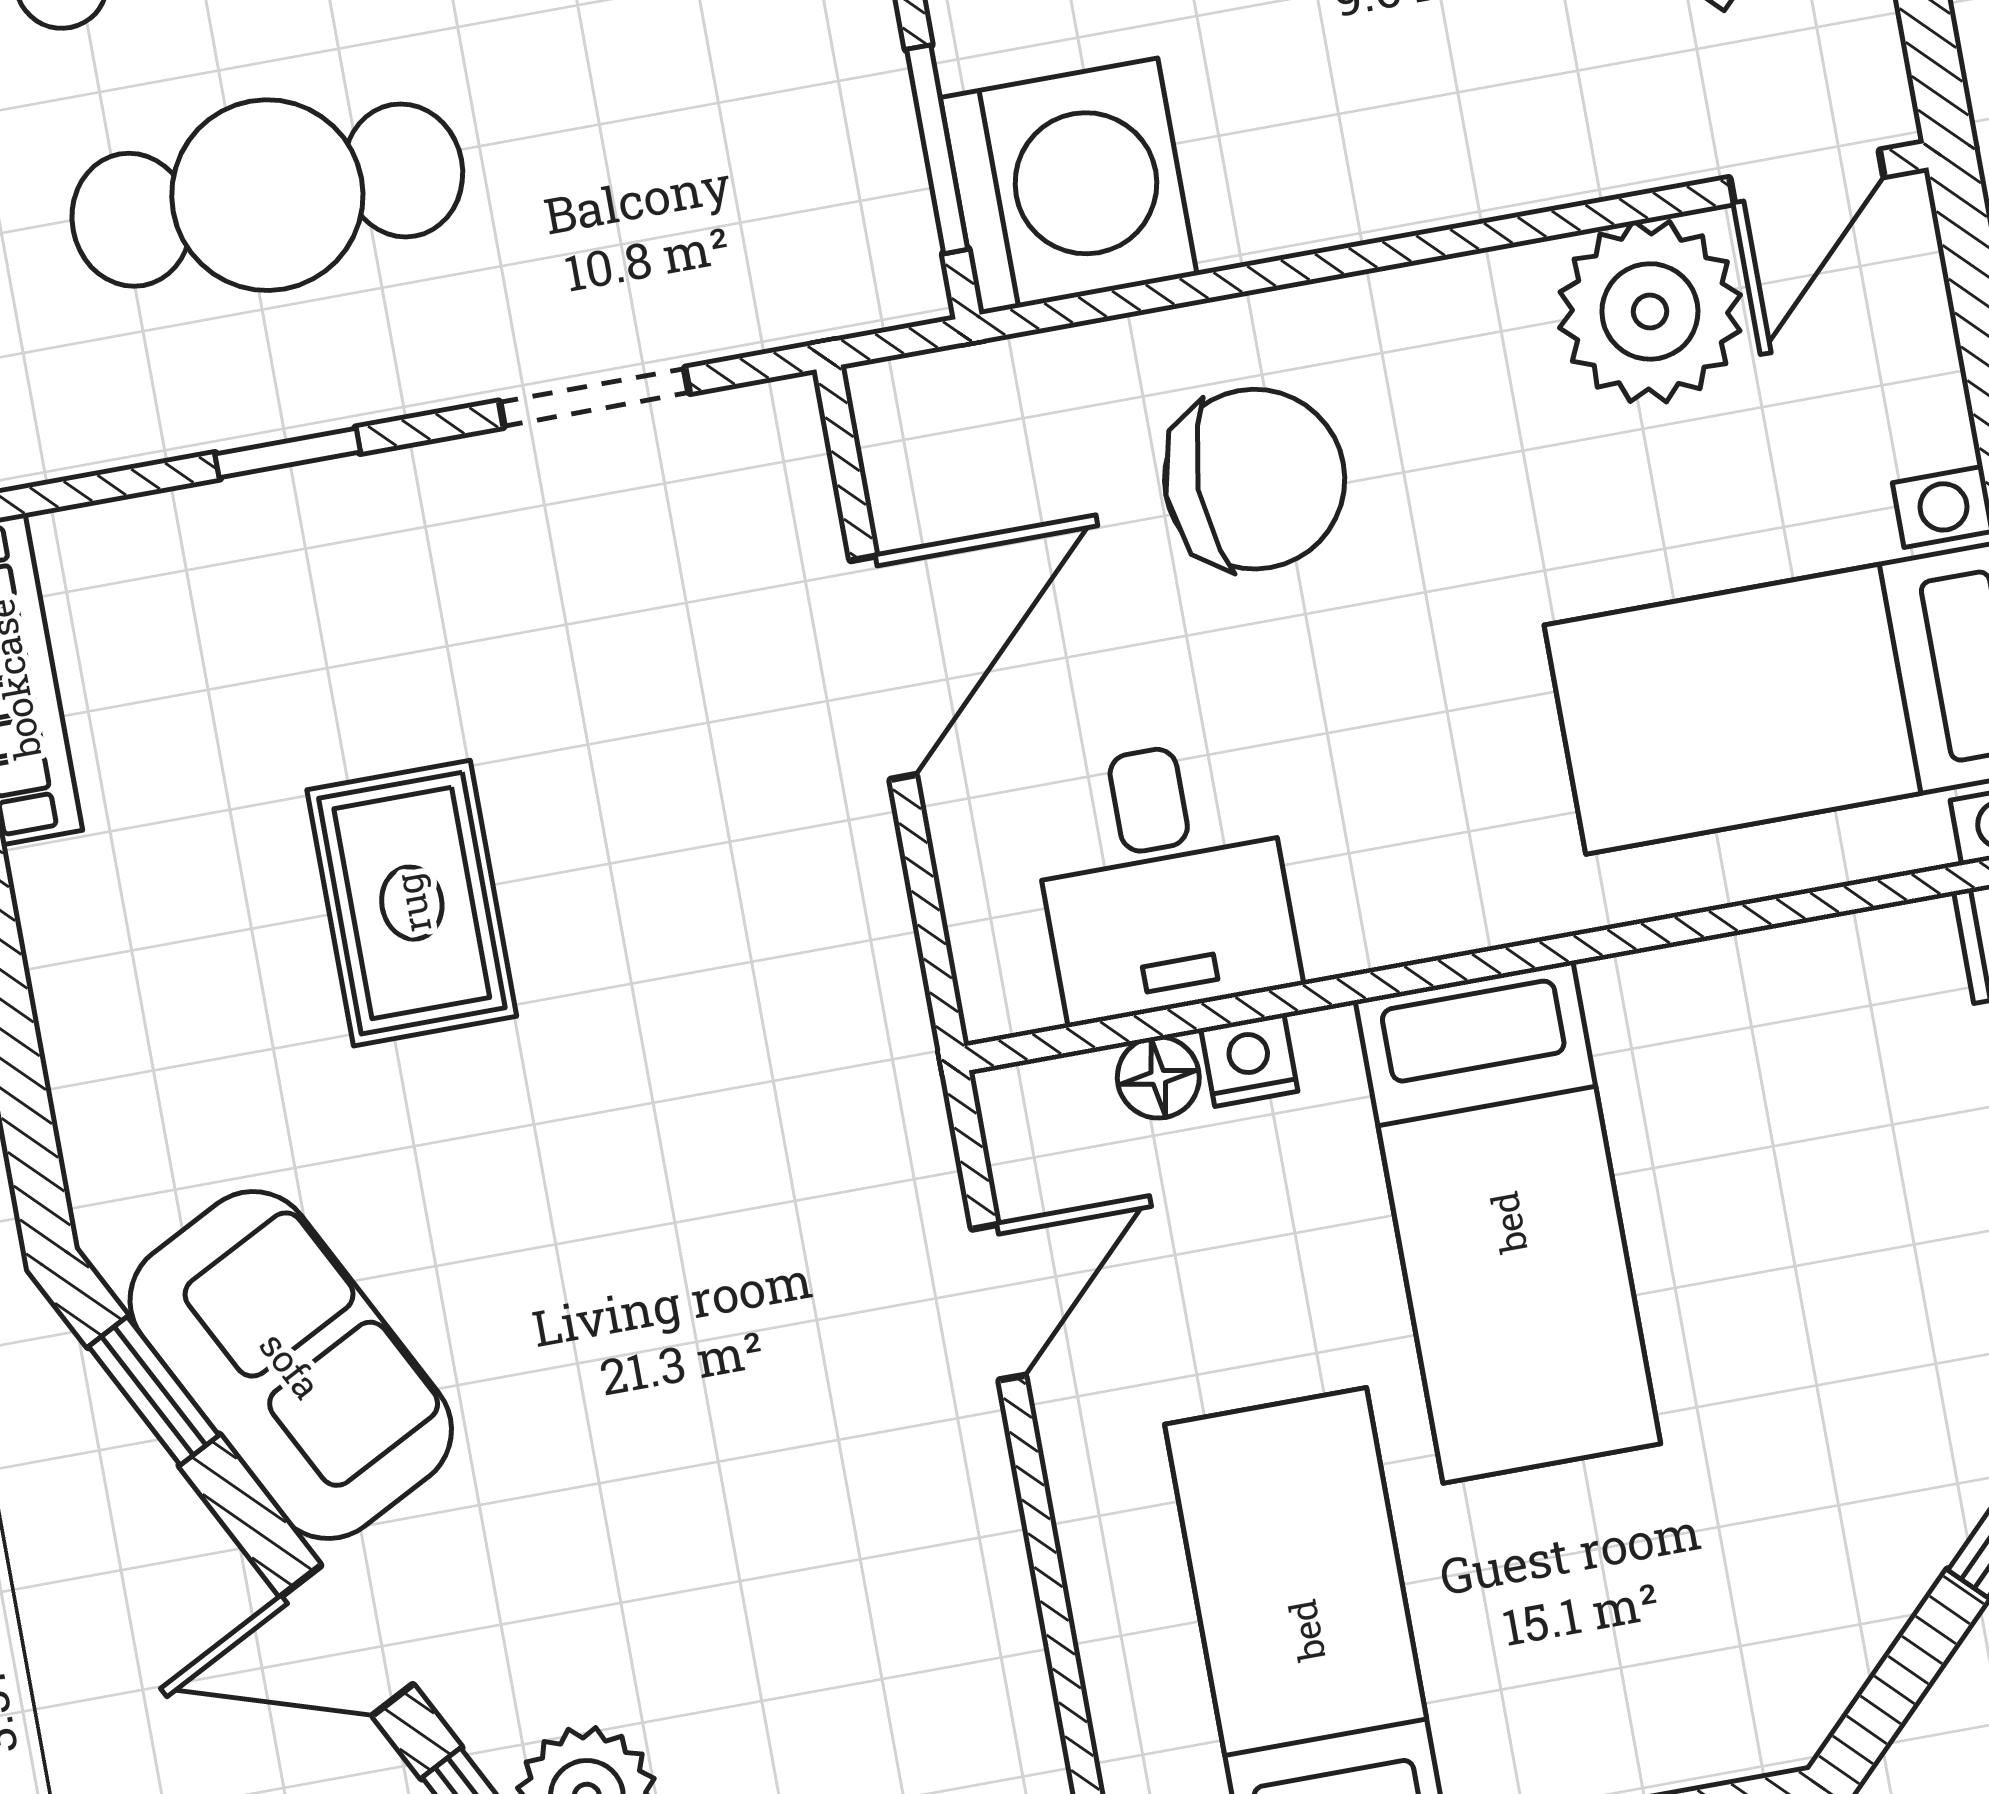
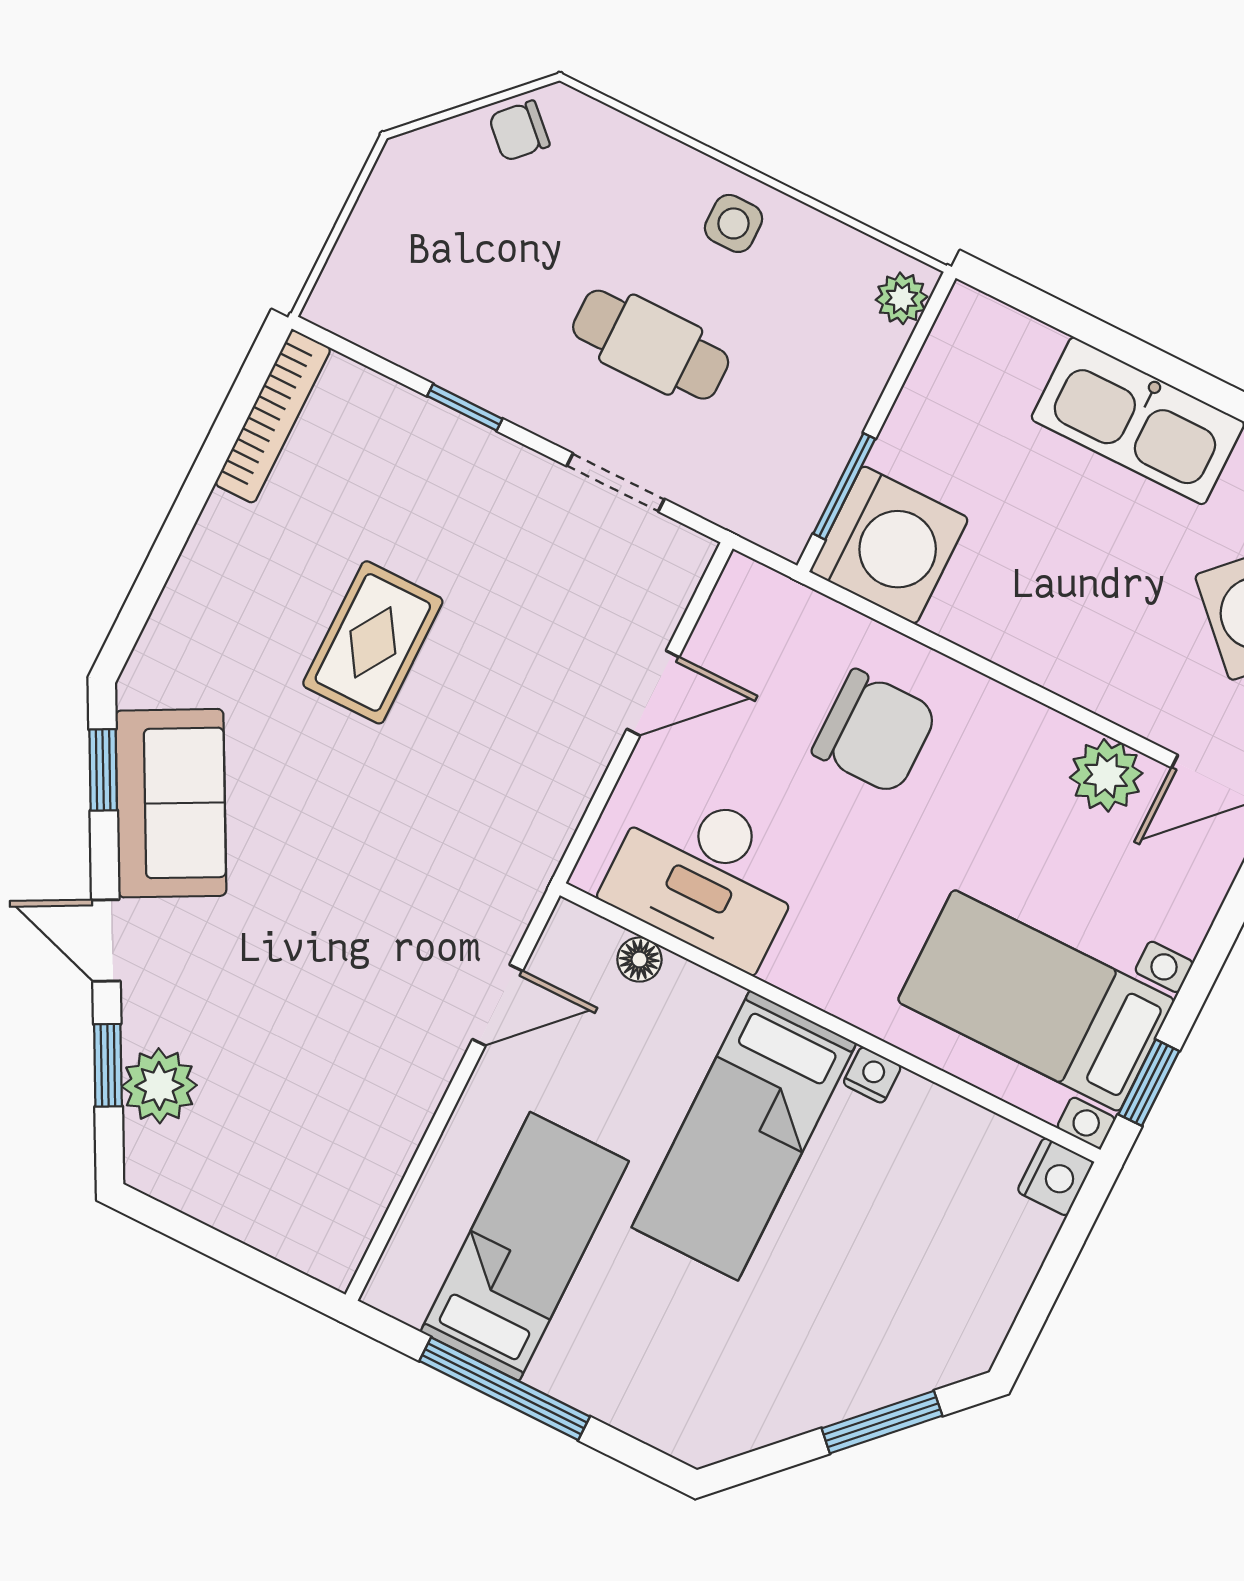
cafe table: (267, 195) -> (651, 345), moved, width x0.73, depth x0.74
plant: (1650, 311) -> (1106, 775), width x0.73, depth x0.73
door: (883, 668) -> (653, 693), width x0.73
desk: (1163, 879) -> (706, 875), width x1.37
nightstand: (1249, 1060) -> (872, 1075), moved

